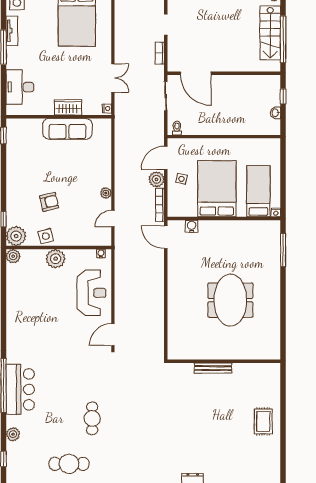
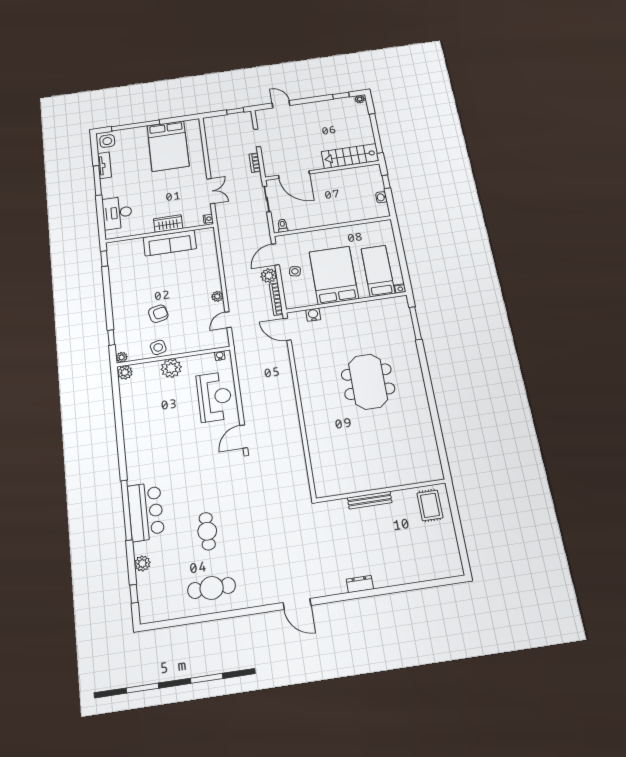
stairs: (270, 33) -> (350, 156), moved, turned 90
plant: (16, 236) -> (122, 357), width x0.53, depth x0.53
wall: (224, 361) -> (381, 491), moved
bench: (213, 368) -> (370, 500), moved
cafe table: (92, 418) -> (207, 531), moved

